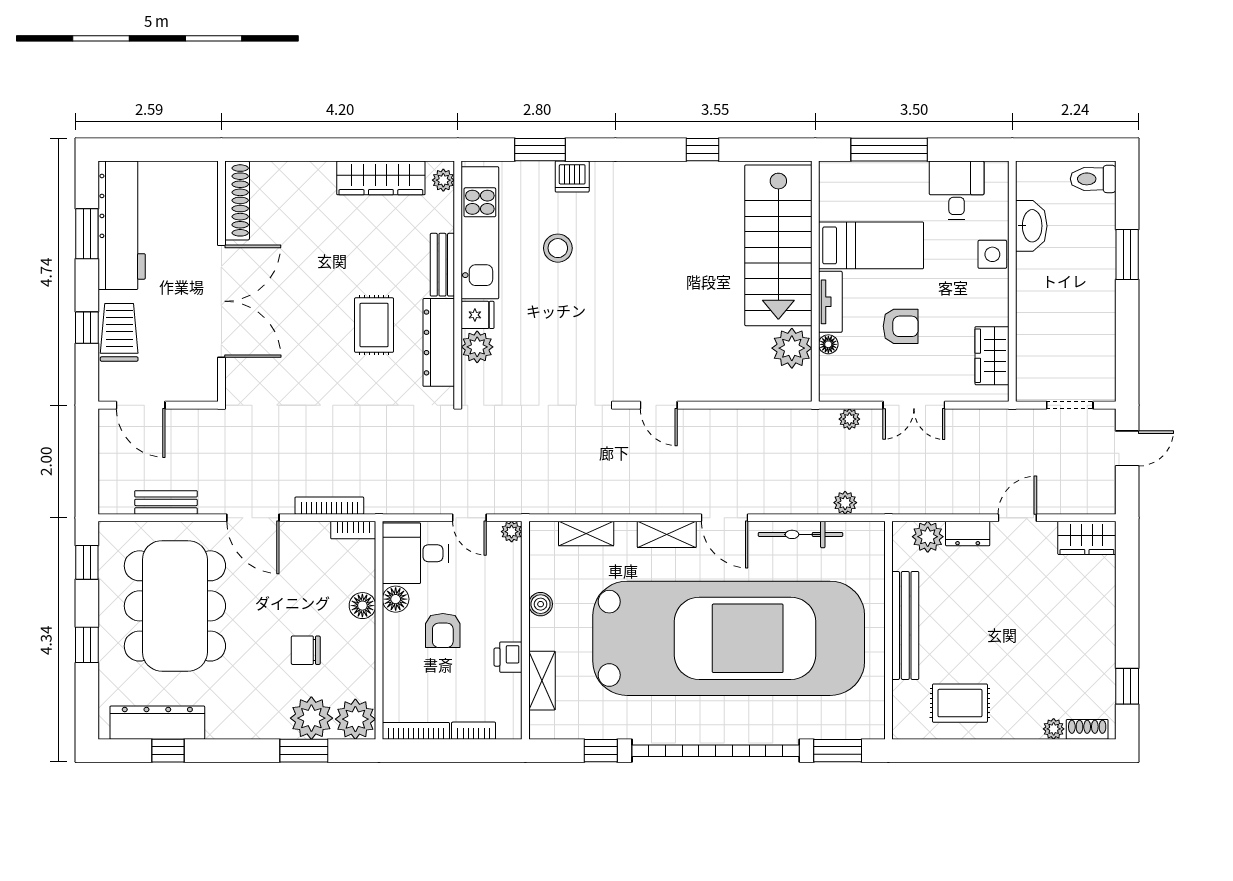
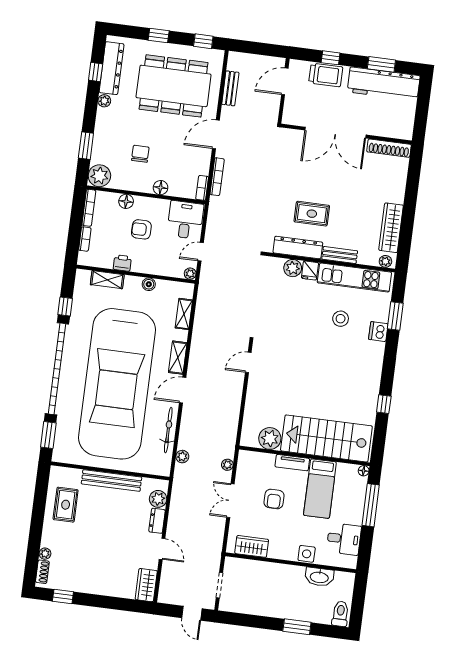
floor lamp: (828, 344) -> (364, 471), moved
floor lamp: (396, 599) -> (126, 201), moved
plant: (311, 718) -> (104, 101), moved, width x0.53, depth x0.53

